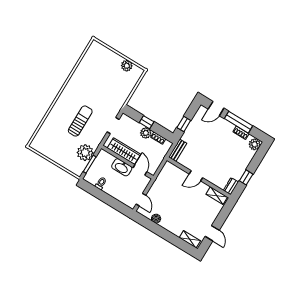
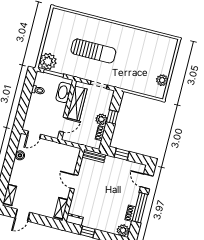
sun lounger: (80, 121) -> (93, 51), width x1.36, depth x1.34
plant: (85, 153) -> (48, 61), moved
washbasin: (122, 167) -> (64, 92), moved

